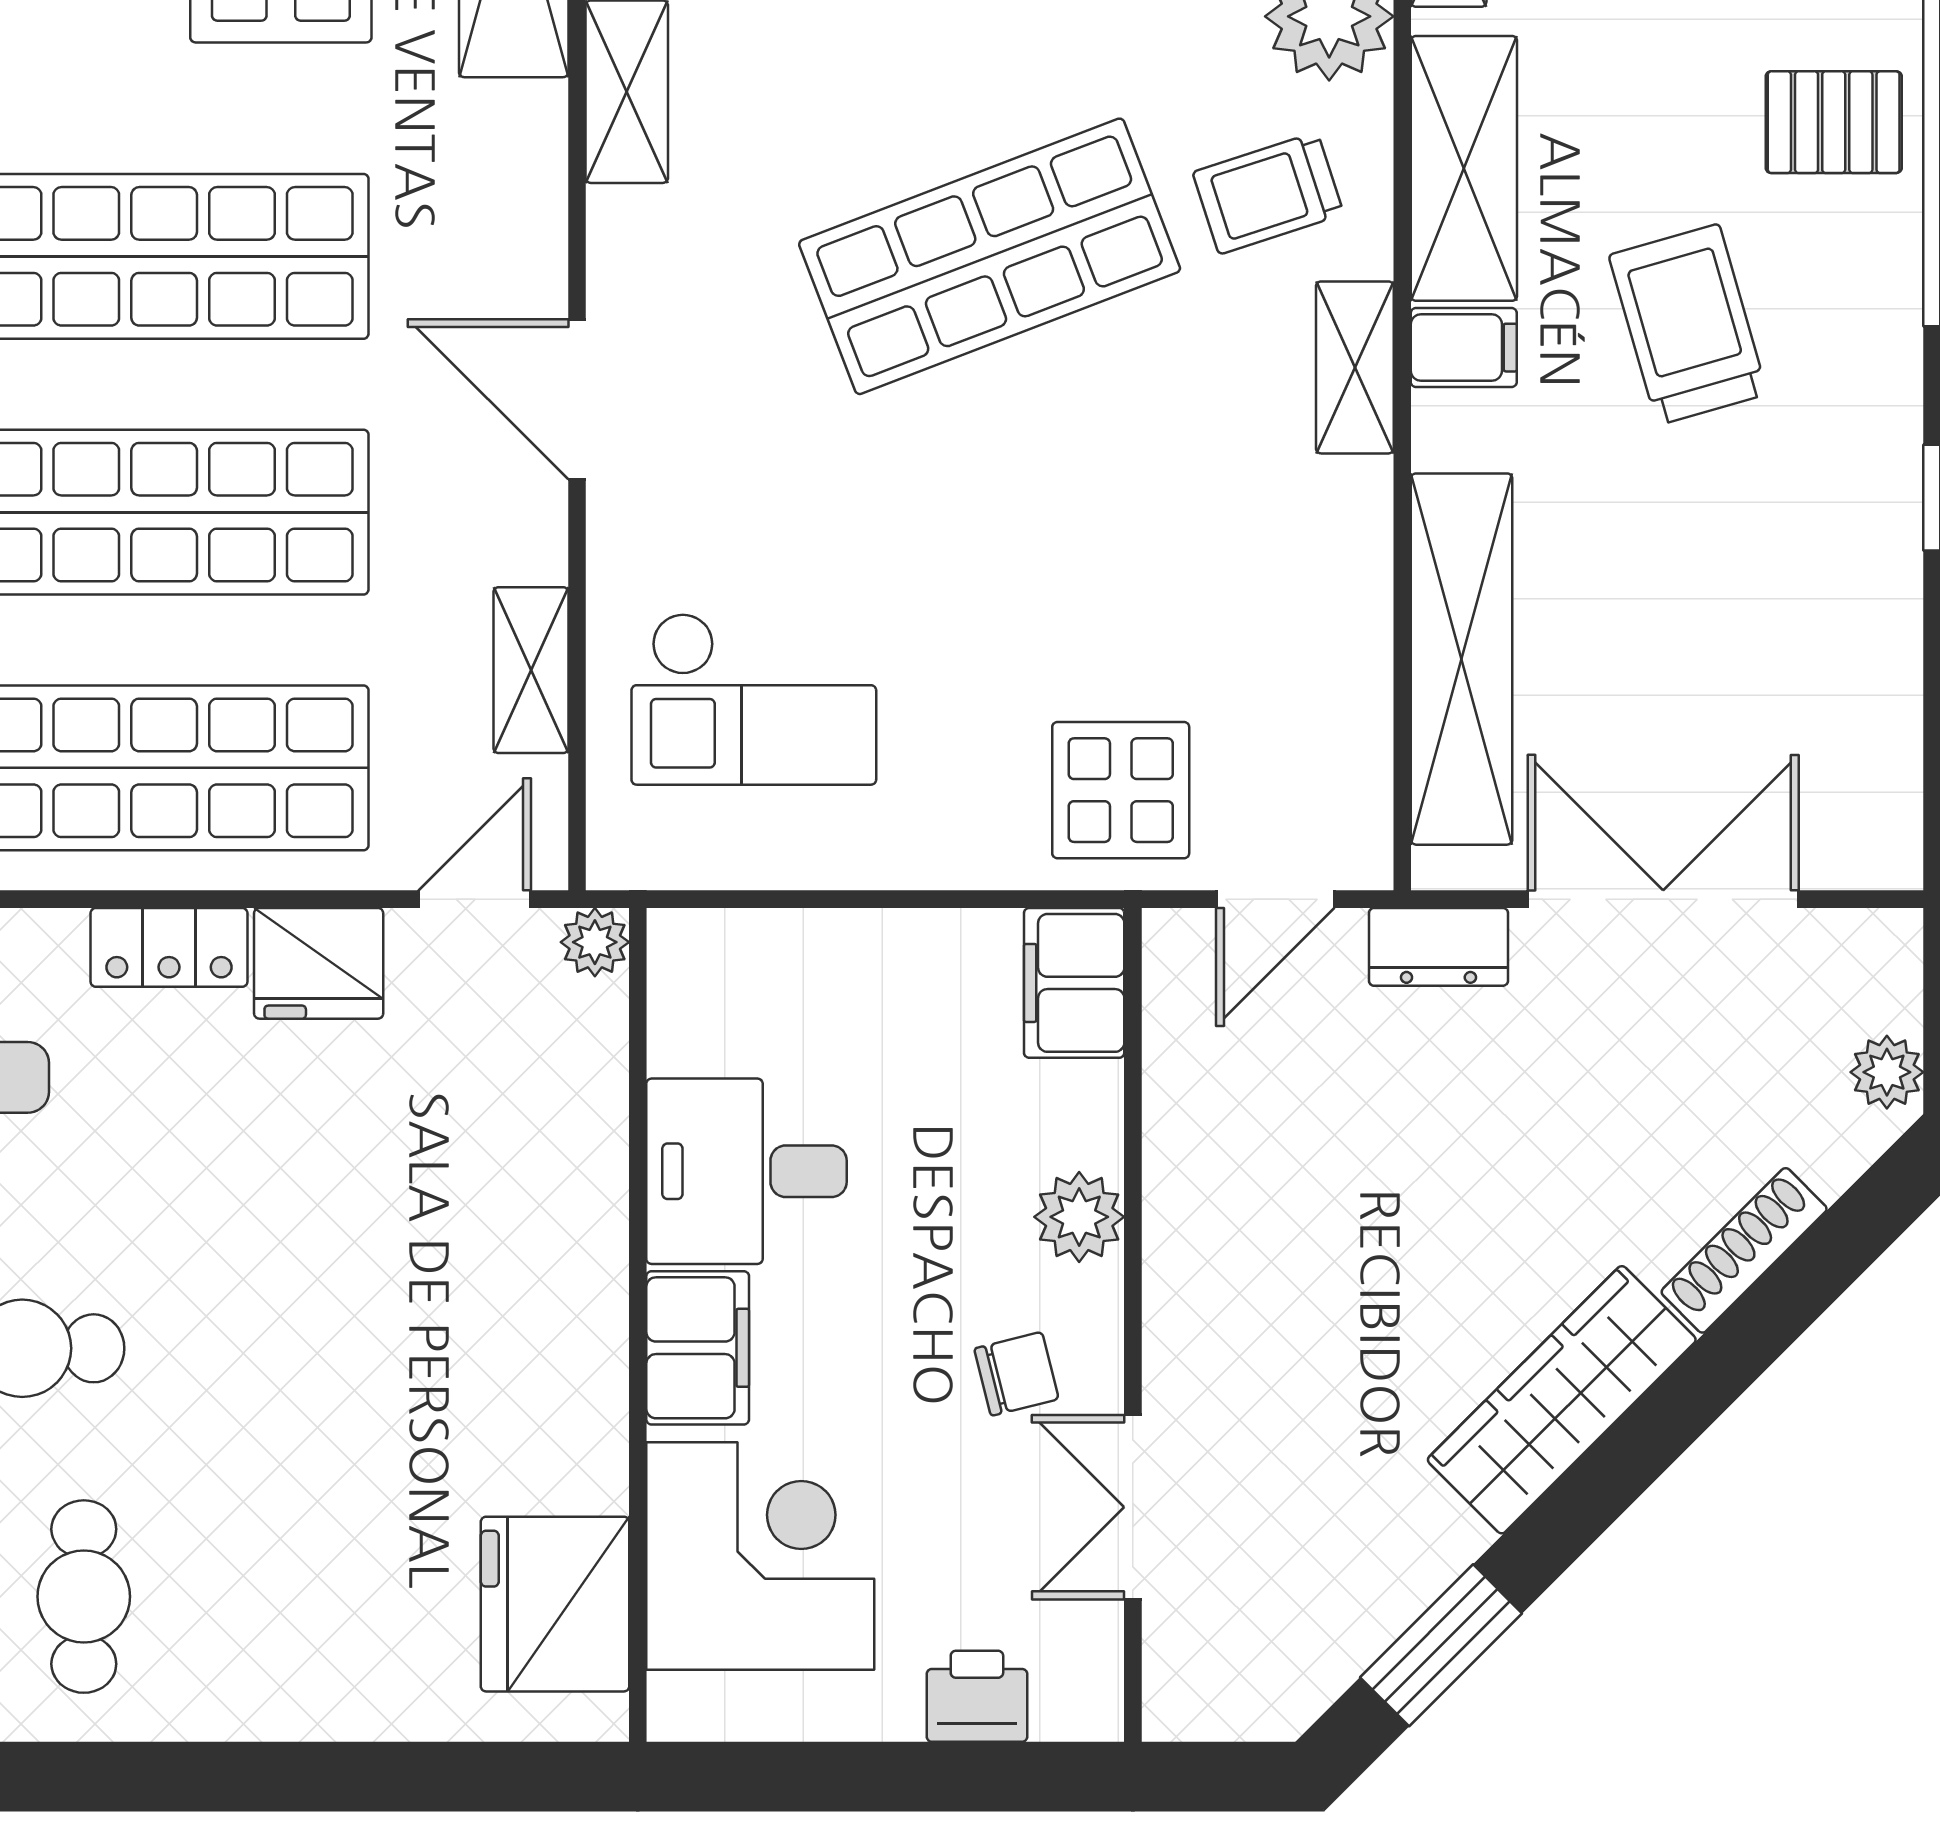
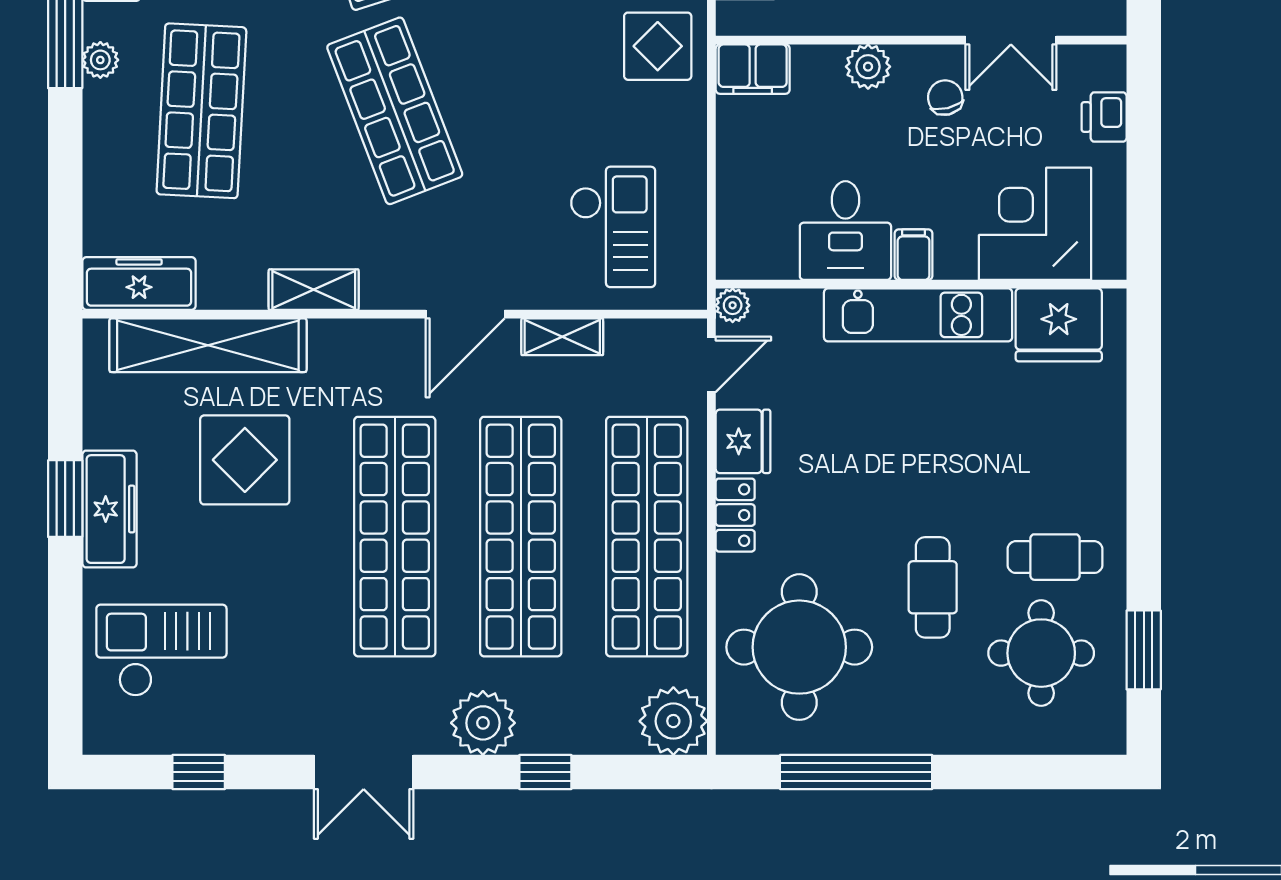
shelving: (531, 670) -> (562, 337), moved
door: (475, 899) -> (711, 364), swing flipped
kitchen unit: (575, 1319) -> (918, 315), added
filing cabinet: (698, 1348) -> (914, 255), width x0.50

